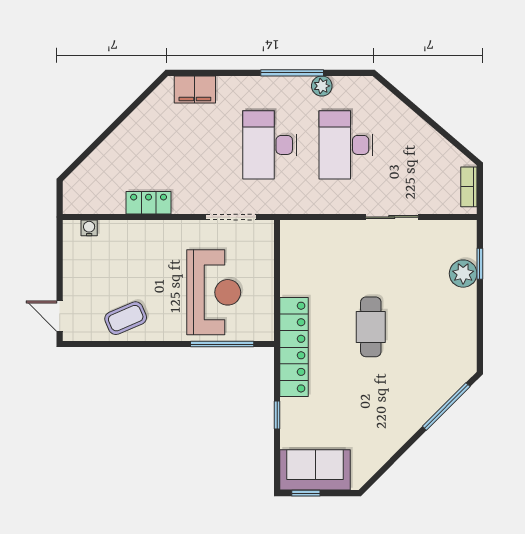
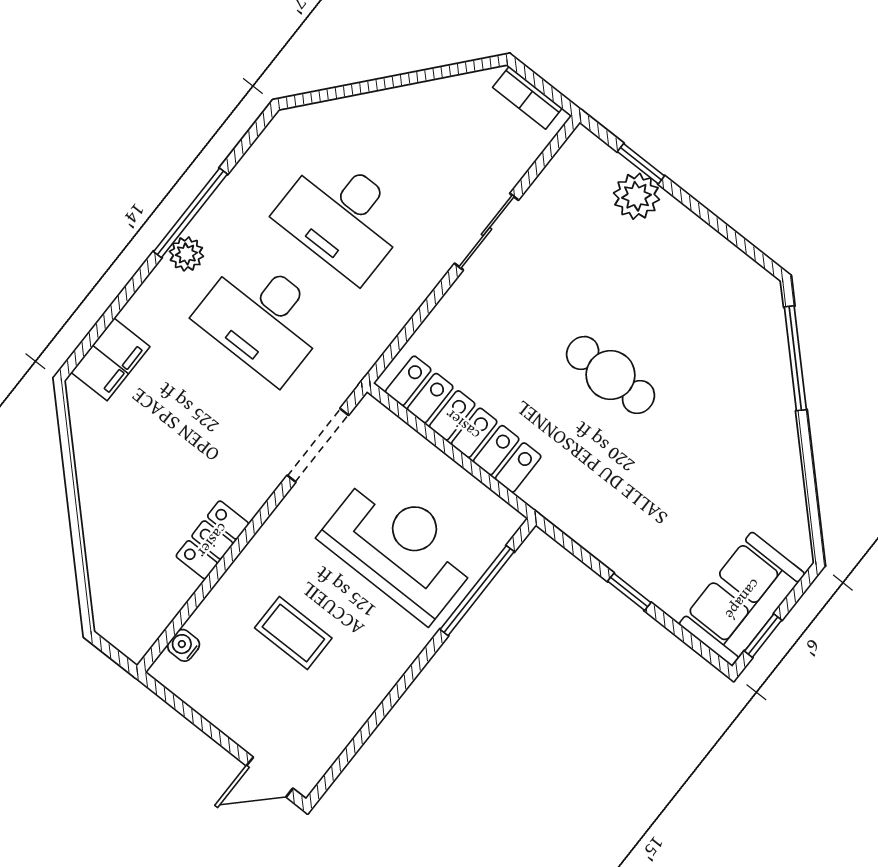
plant: (322, 86) -> (186, 254), moved
coffee table: (126, 318) -> (293, 633), moved, turned -67
locker: (294, 347) -> (463, 424), moved

